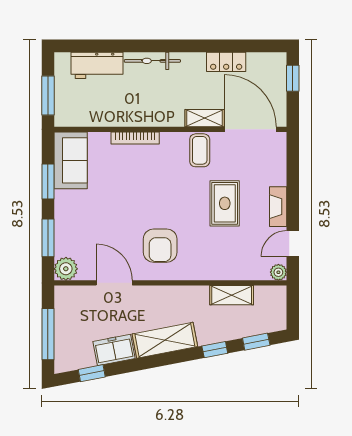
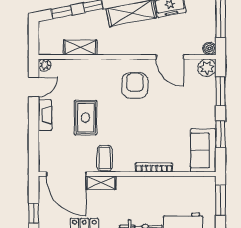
boiler: (63, 294) -> (209, 49), added

